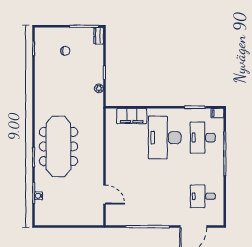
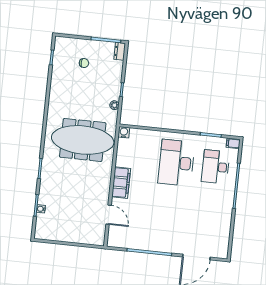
water cooler: (111, 114) -> (124, 132), added
filing cabinet: (132, 116) -> (121, 183), moved, turned -90
meeting table: (58, 146) -> (83, 140), moved, turned 90
desk: (203, 196) -> (209, 227), removed

